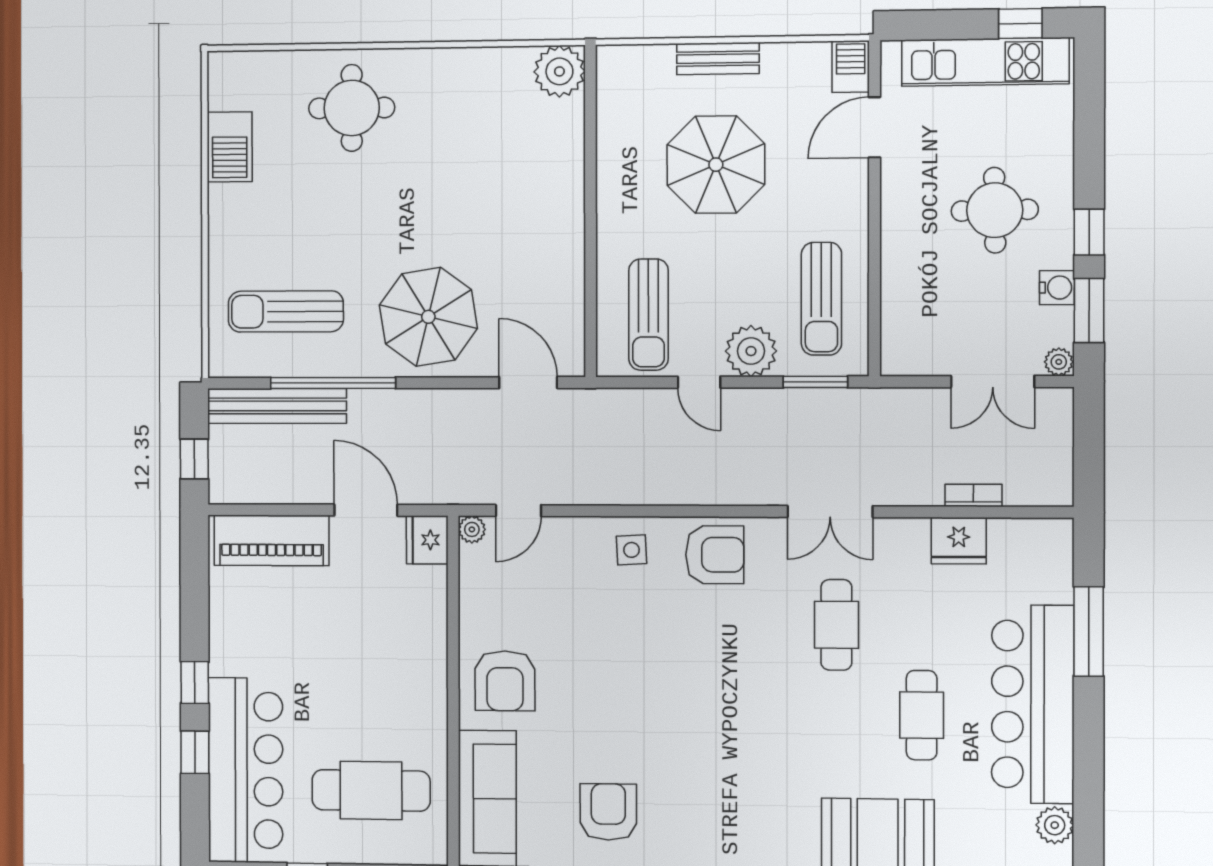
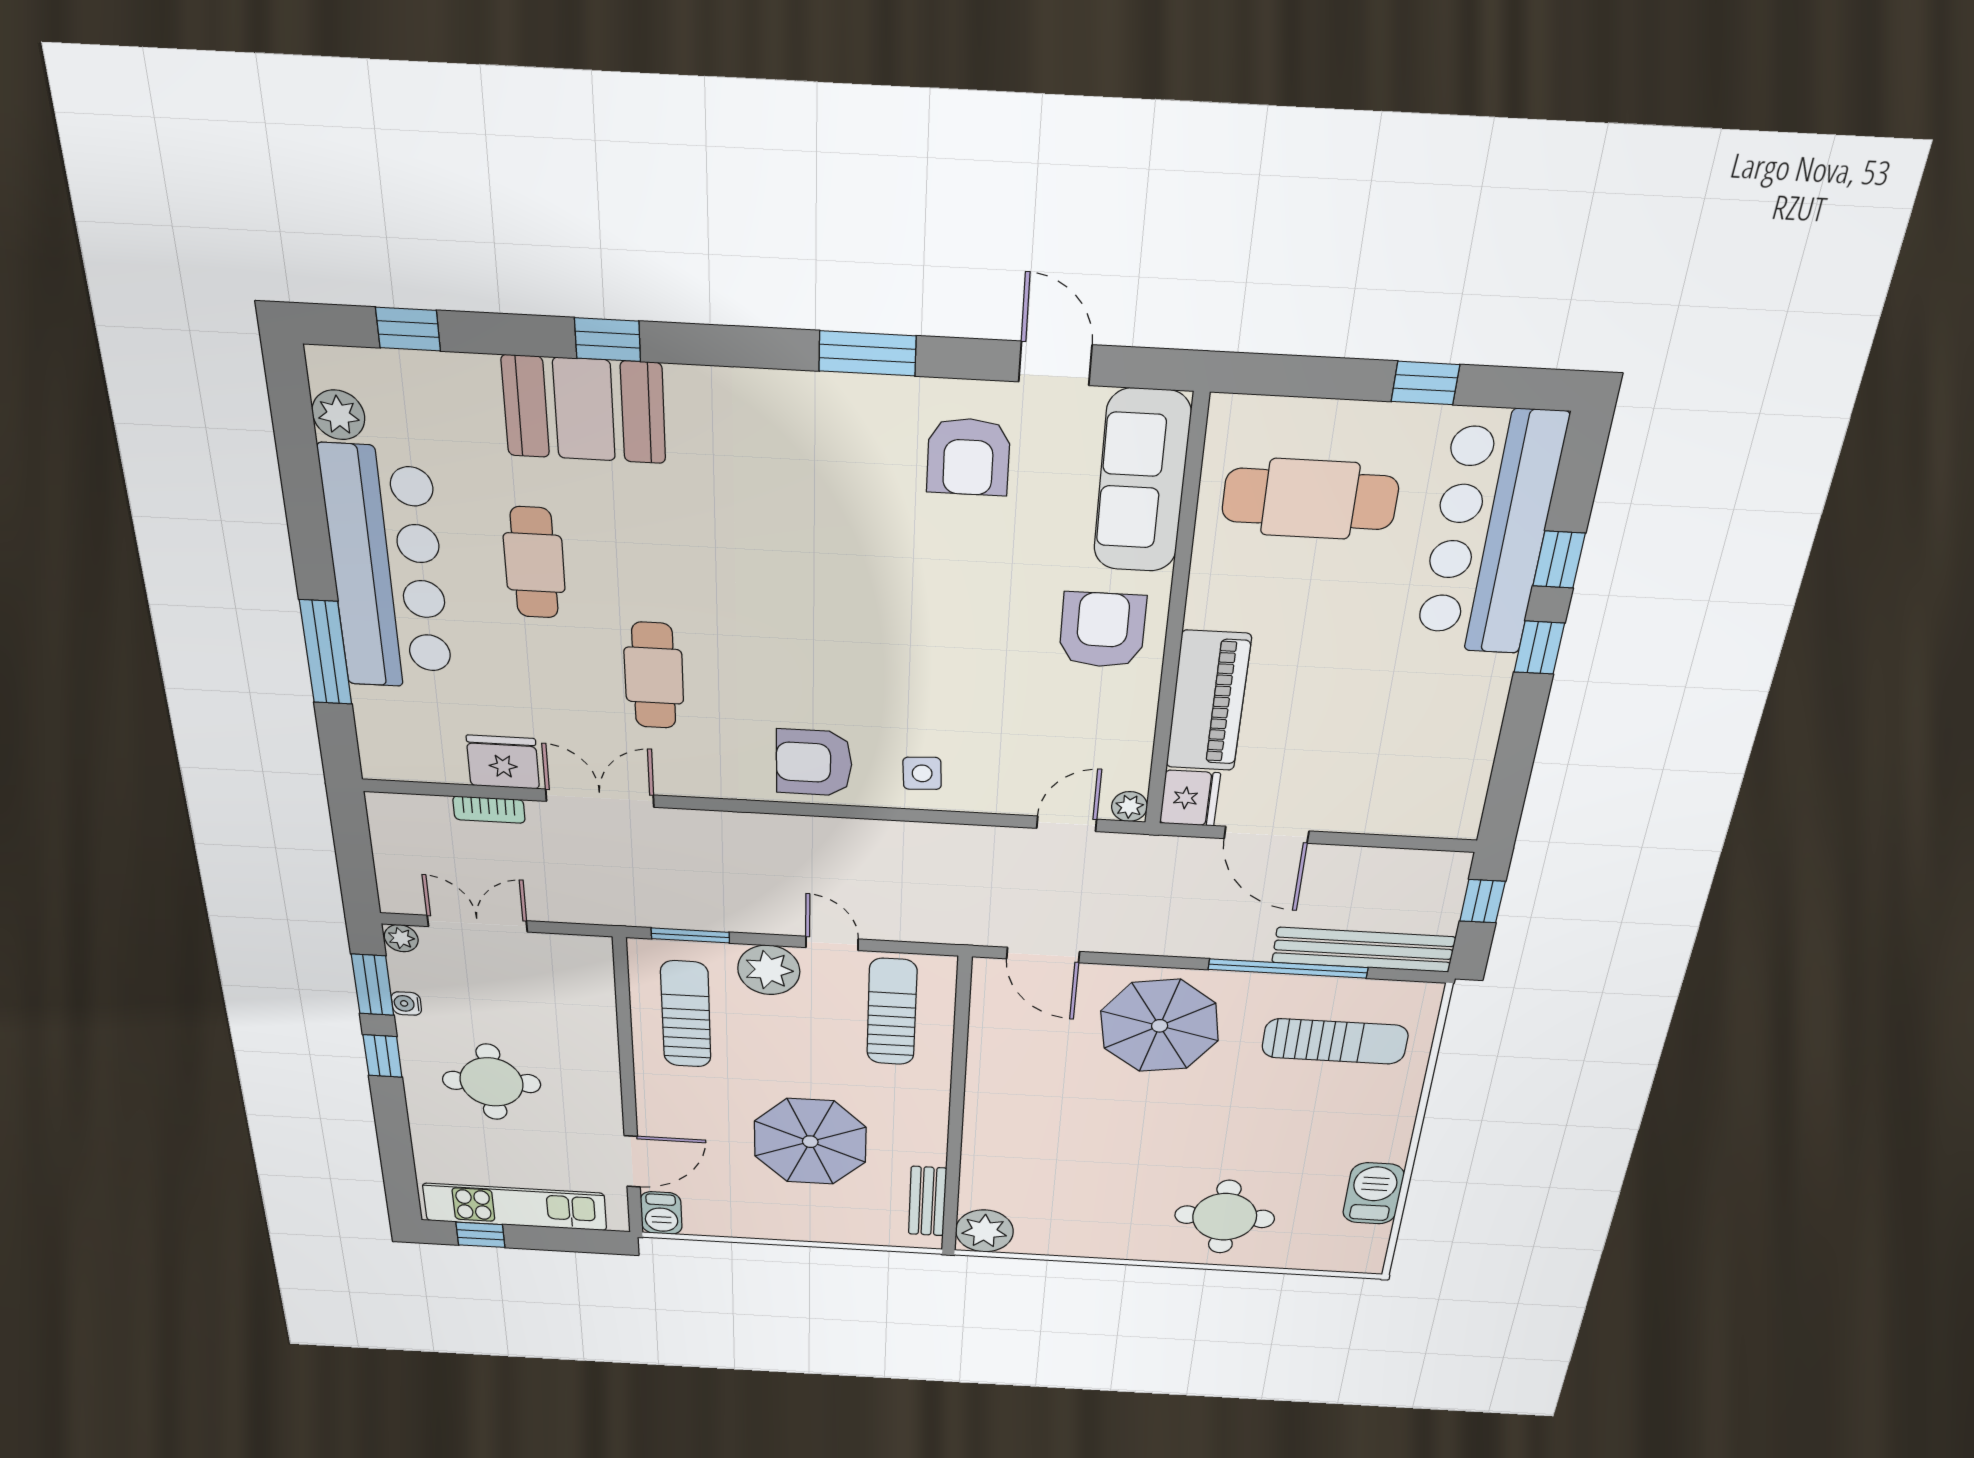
bench: (718, 59) -> (927, 1201), moved, turned 90
water cooler: (1057, 288) -> (406, 1004), width x0.72, depth x0.72
double door: (830, 512) -> (600, 798), moved
piano: (271, 540) -> (1208, 701), moved, turned 90

